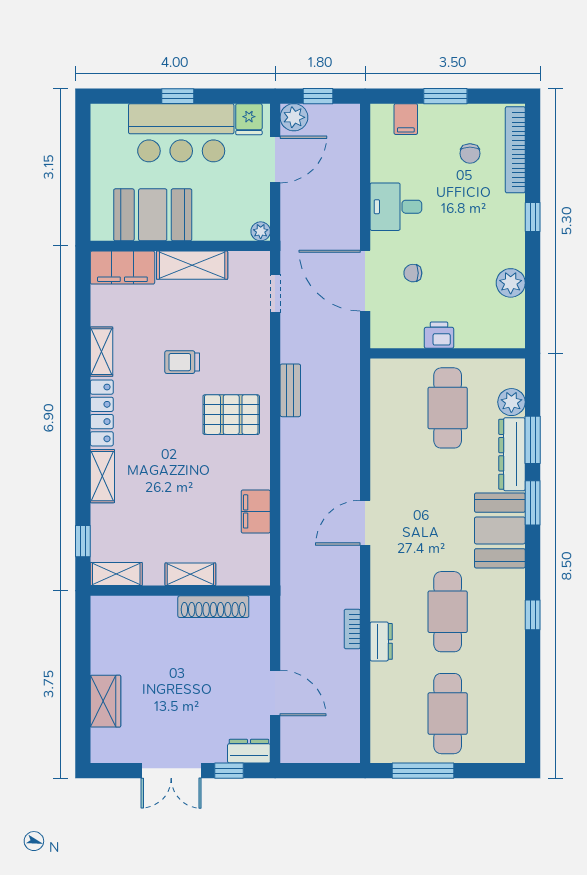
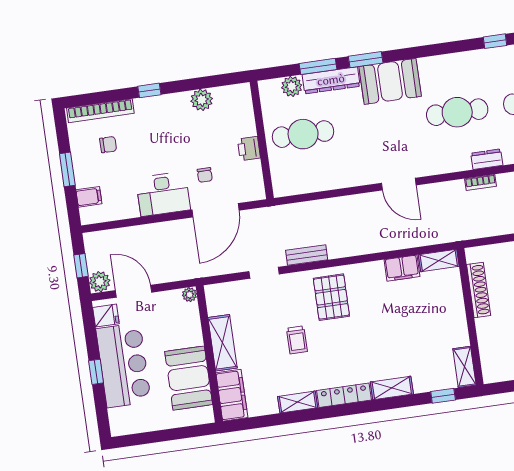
desk: (396, 207) -> (163, 194), width x1.37
doorway: (275, 294) -> (264, 273), moved
shelving: (190, 574) -> (439, 261), moved, turned 90
window: (533, 615) -> (495, 41), moved

